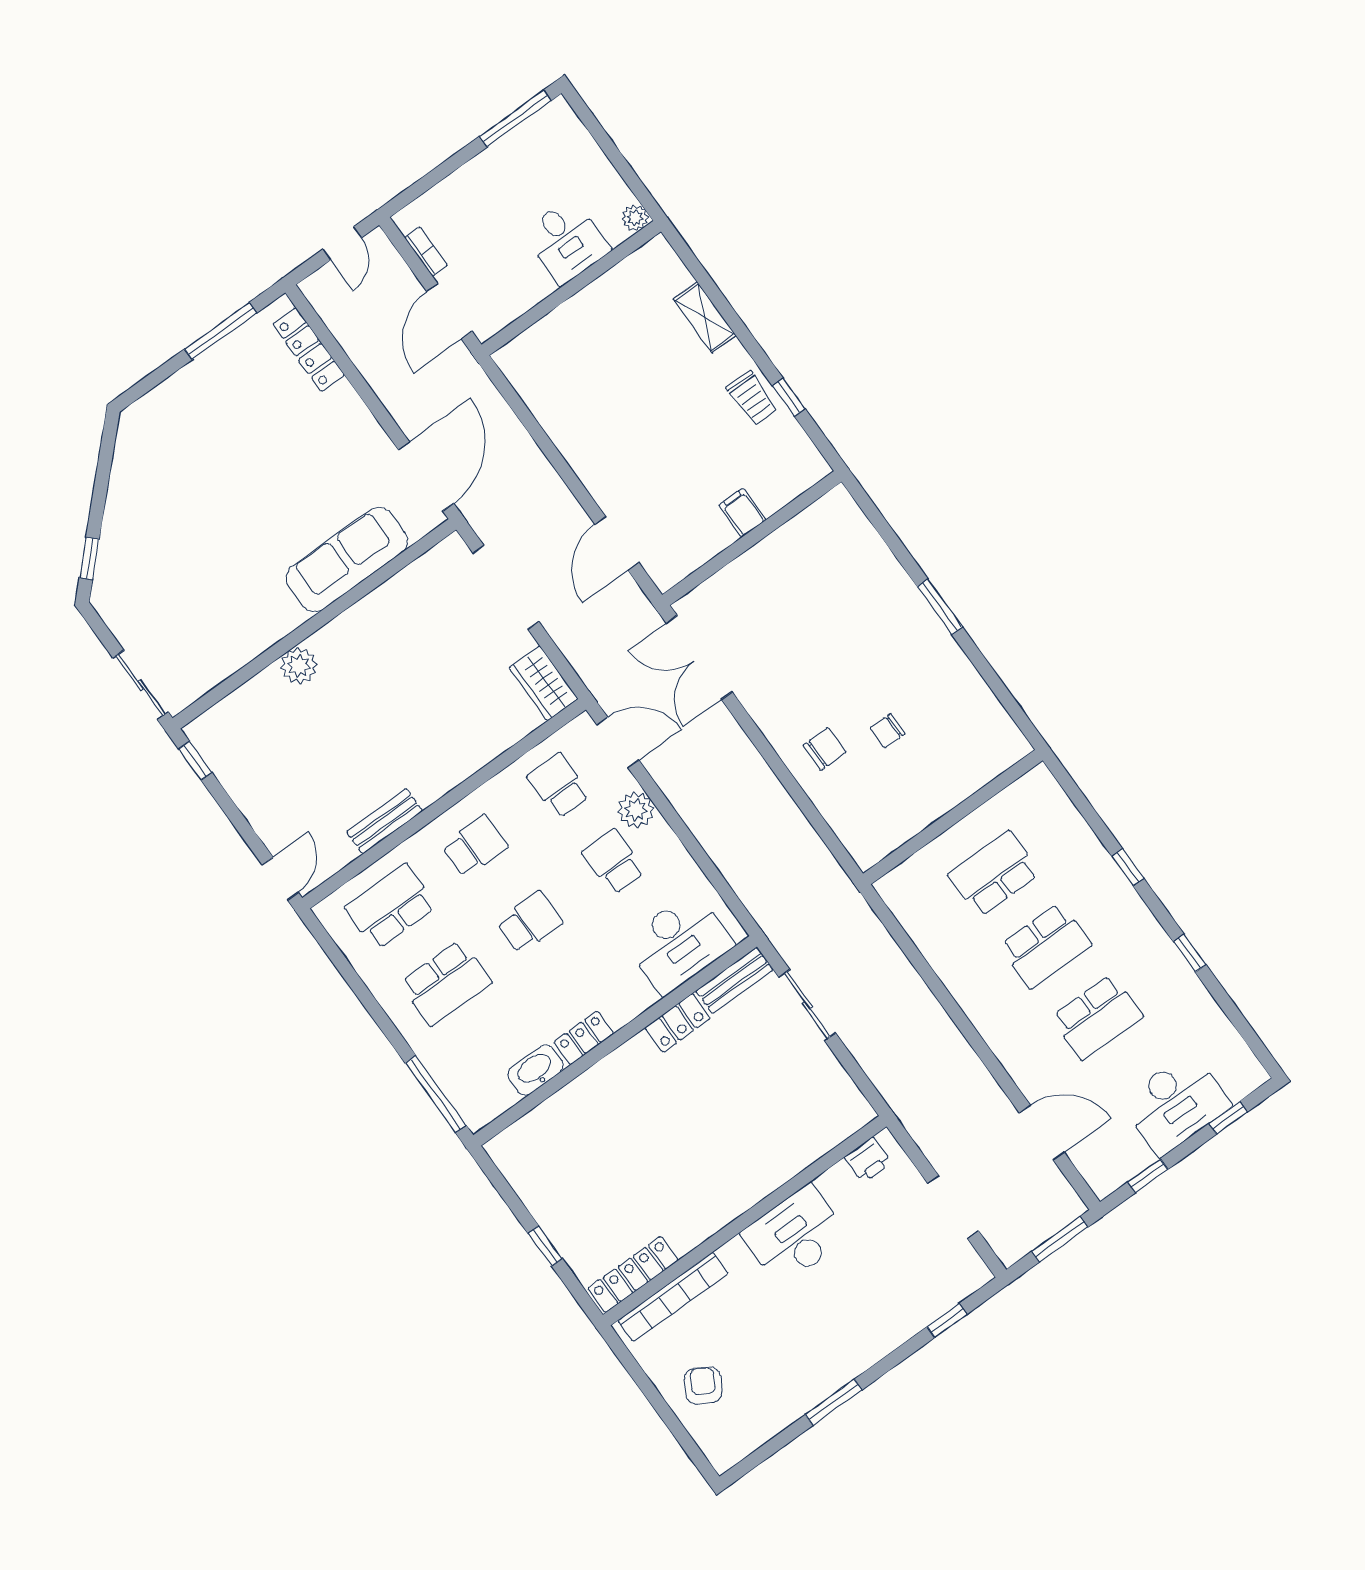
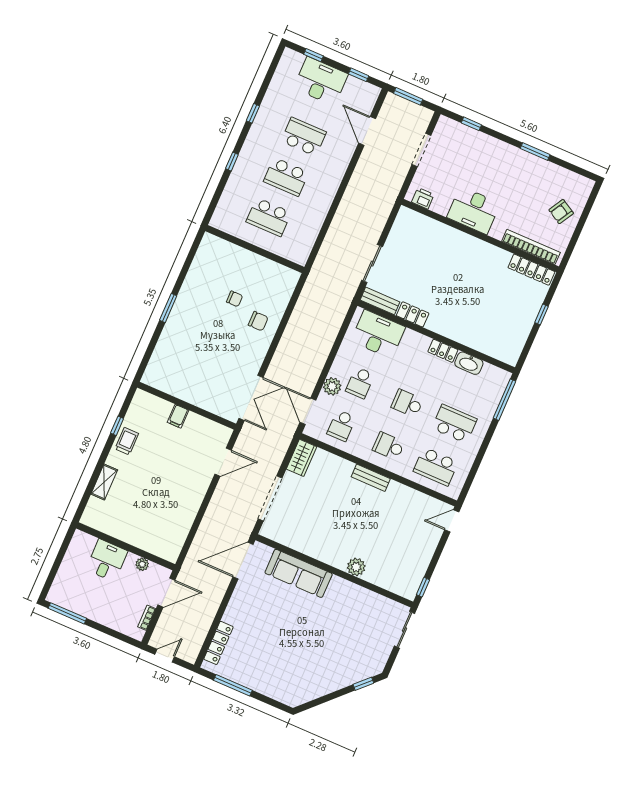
plant: (635, 218) -> (142, 564), moved
chair: (825, 749) -> (258, 321), turned 180
bench: (385, 821) -> (371, 478), moved
school desk: (1046, 946) -> (286, 177), turned 180

